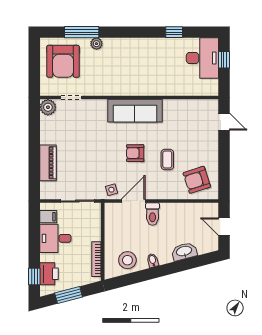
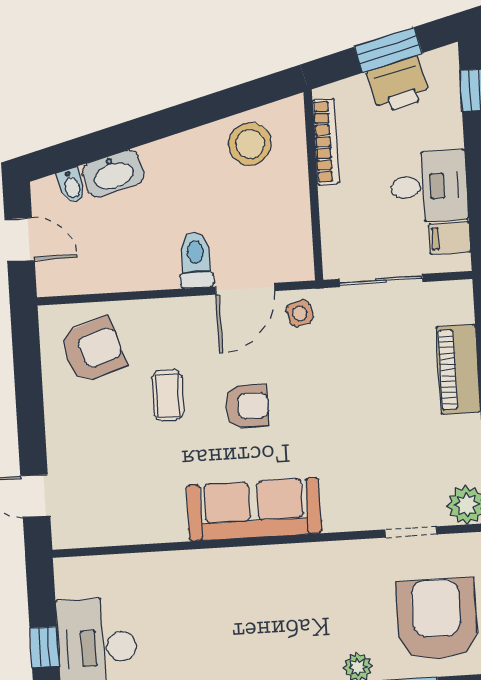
bidet: (153, 260) -> (71, 185), moved
printer: (49, 274) -> (398, 85), moved, turned -105

